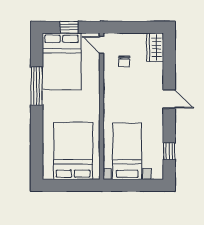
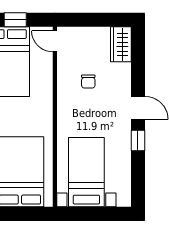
chair: (124, 62) -> (88, 82), moved
window: (169, 151) -> (138, 141), moved

